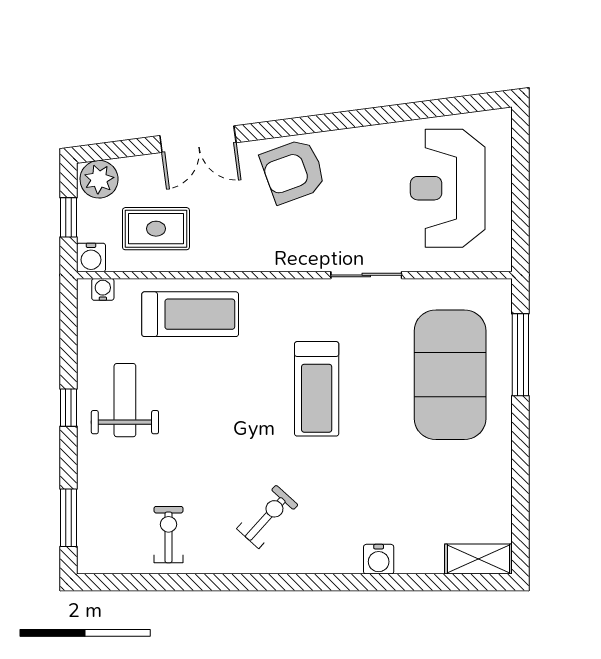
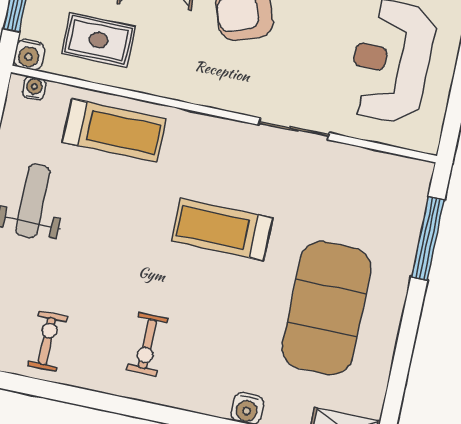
exercise mat: (450, 375) -> (326, 308), moved
treadmill: (317, 389) -> (222, 230), turned 90
exercise bike: (267, 517) -> (147, 344), turned 138

